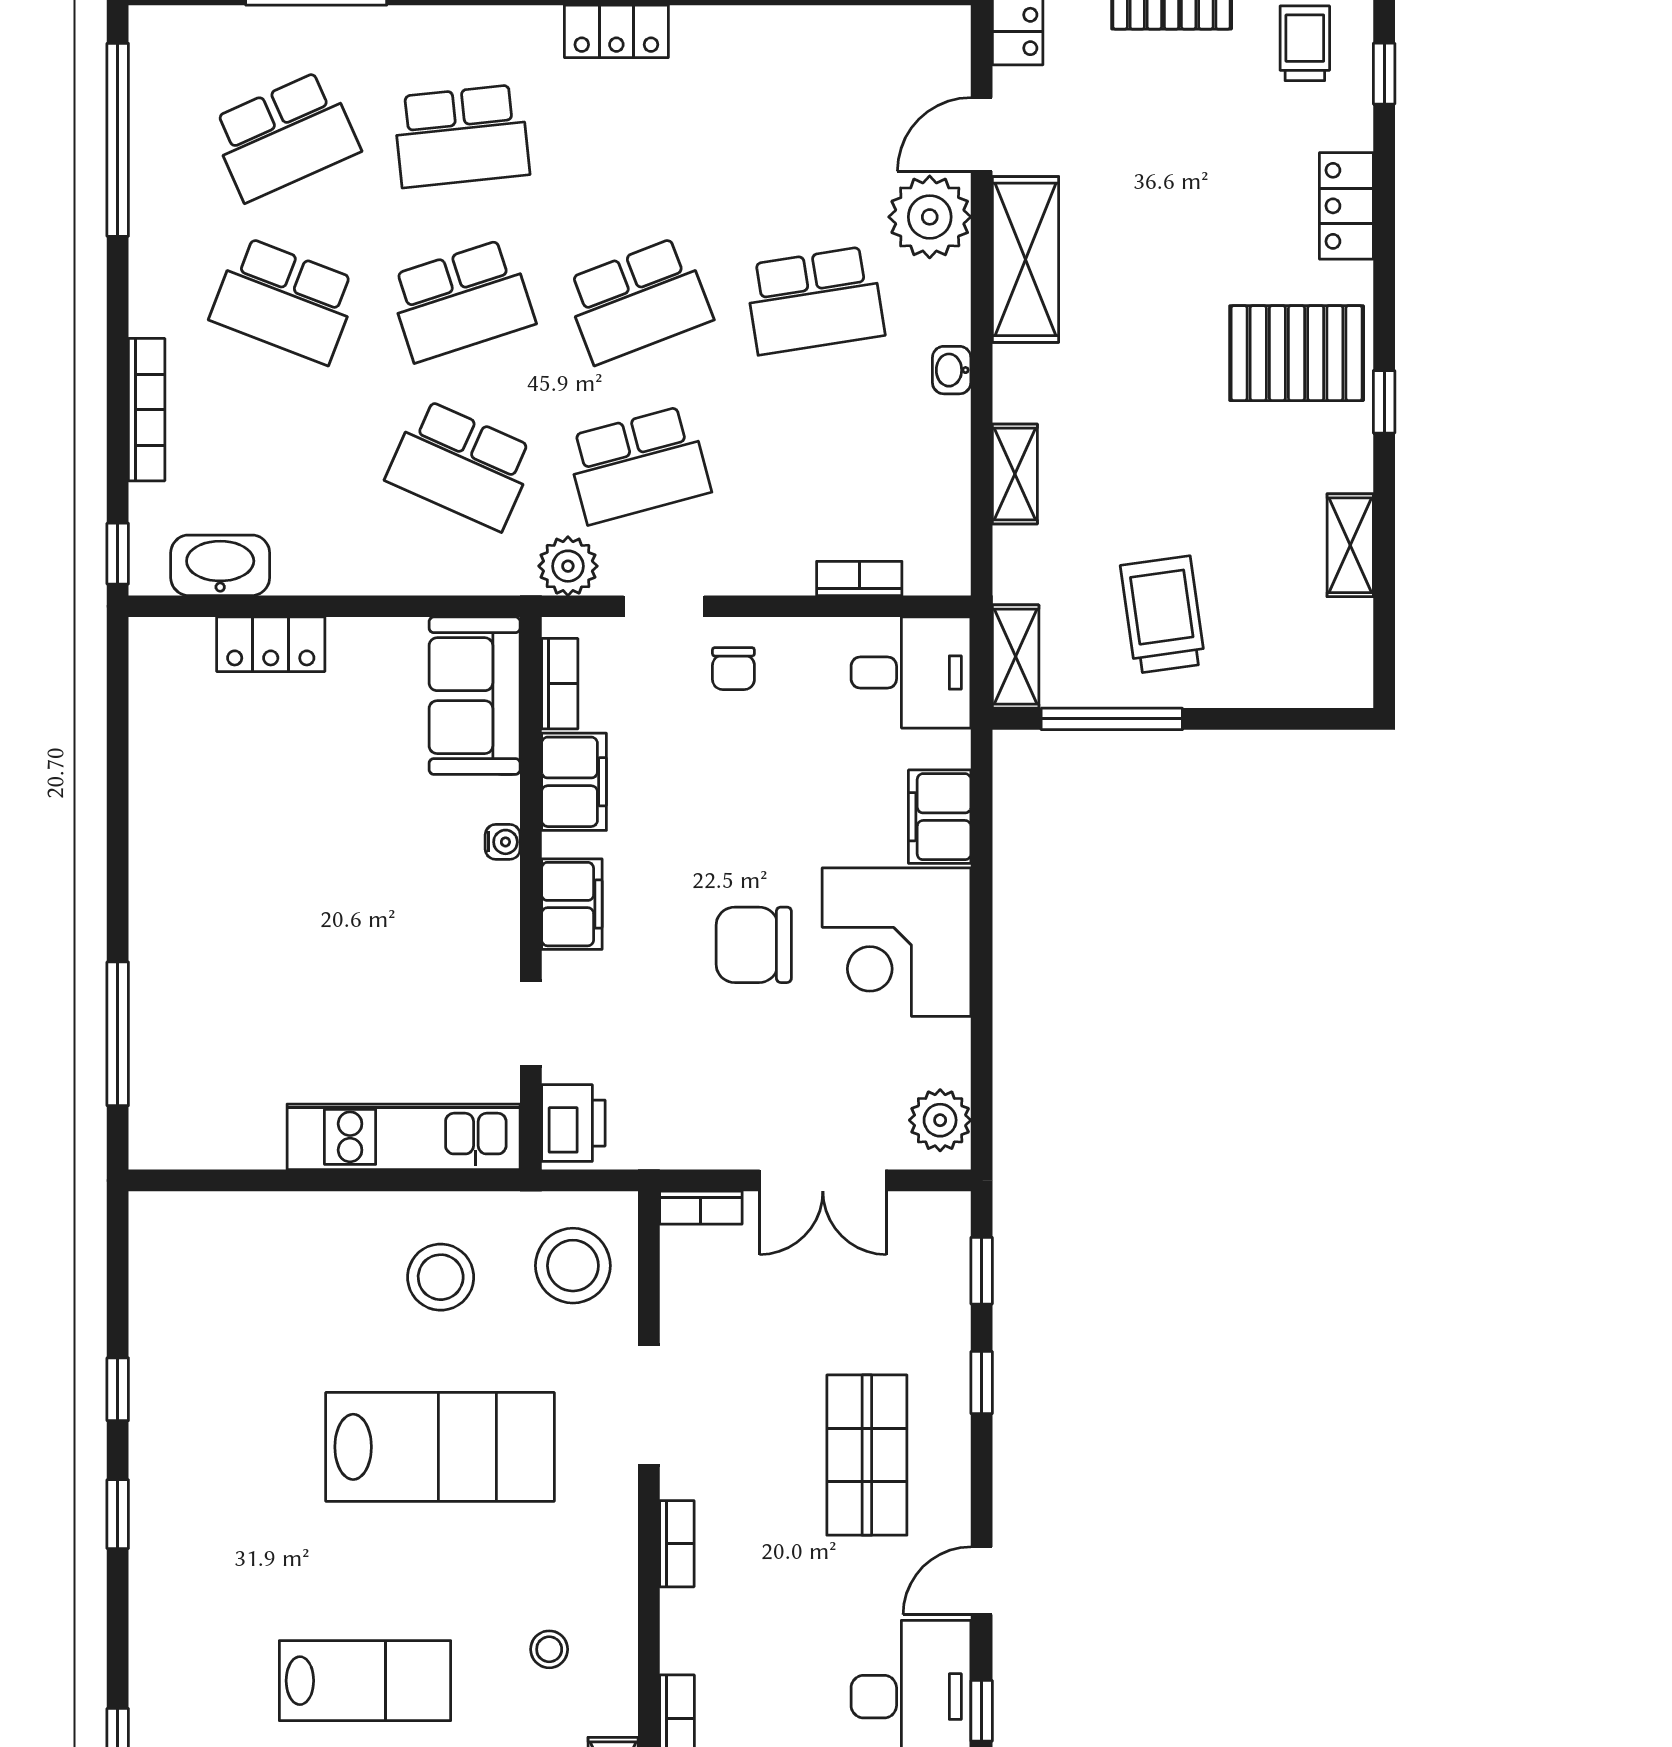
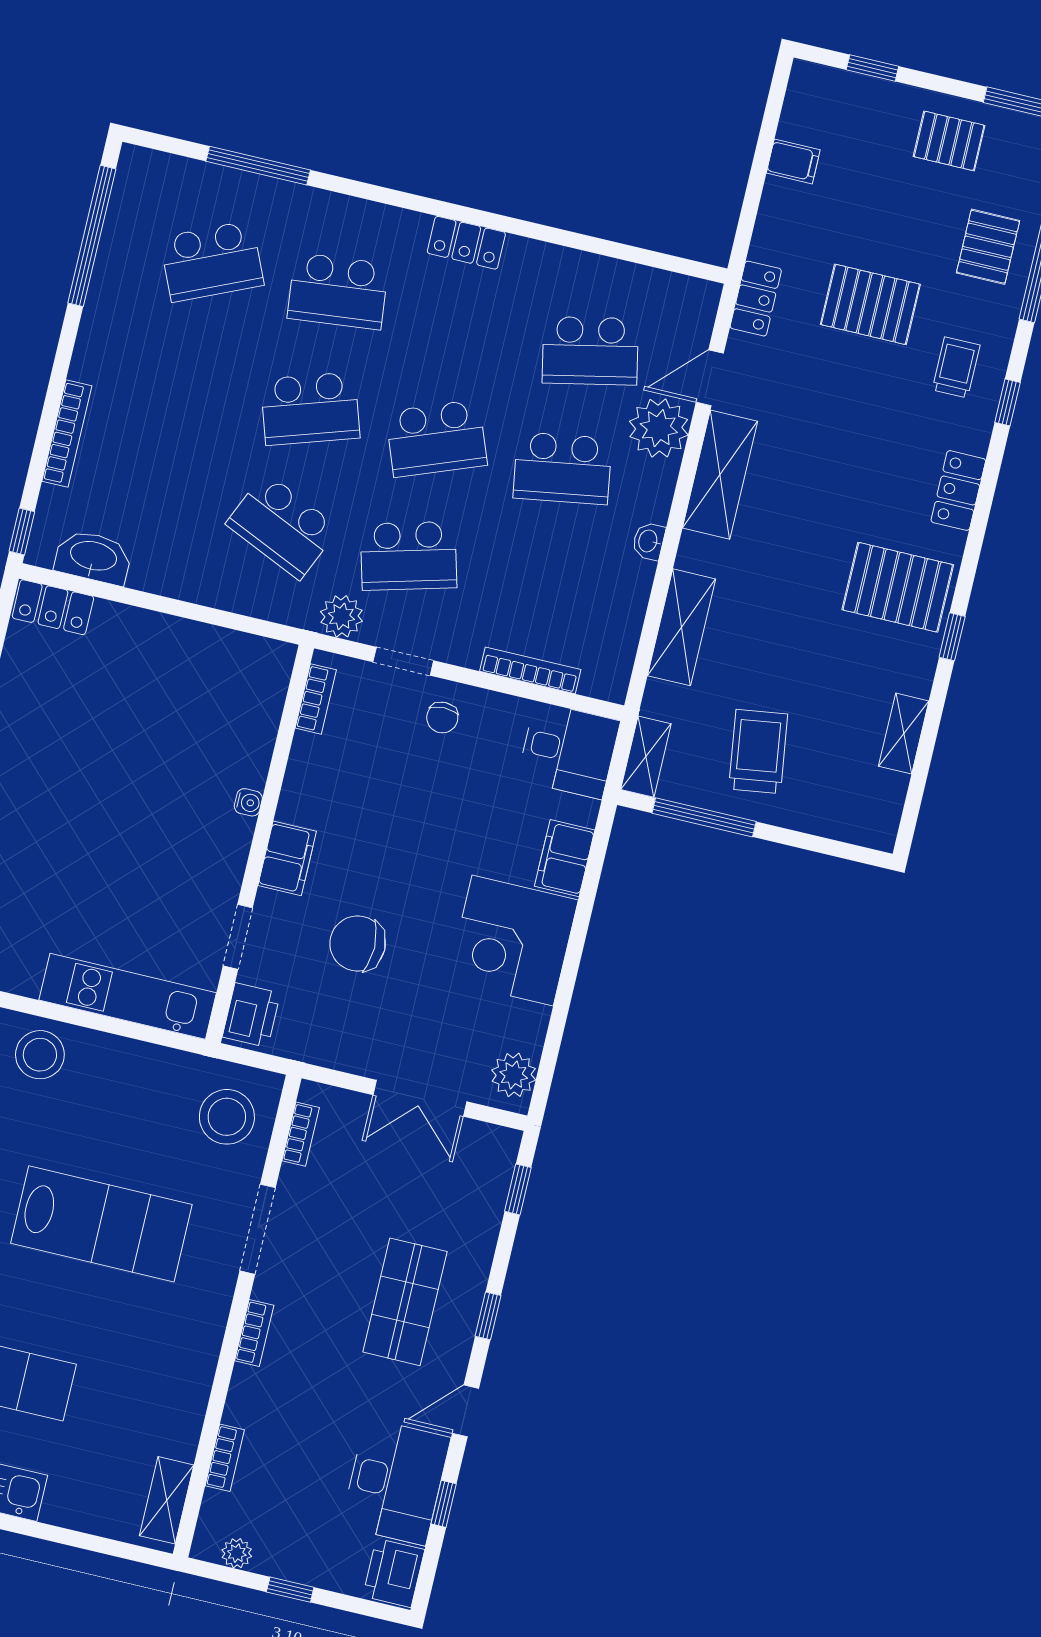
school desk: (285, 300) -> (590, 351), moved, turned -33
shelving: (1015, 474) -> (682, 627), width x1.50, depth x1.33
bookcase: (859, 578) -> (530, 670), width x1.56
locker: (271, 644) -> (53, 607), moved
sofa: (475, 696) -> (253, 693), removed
filing cabinet: (574, 782) -> (309, 771), removed
chair: (754, 945) -> (358, 944), moved
bookcase: (701, 1208) -> (301, 1134), moved, turned -90
stool: (441, 1277) -> (40, 1055), moved
window: (982, 1383) -> (488, 1316), moved
stool: (549, 1649) -> (145, 1387), removed

